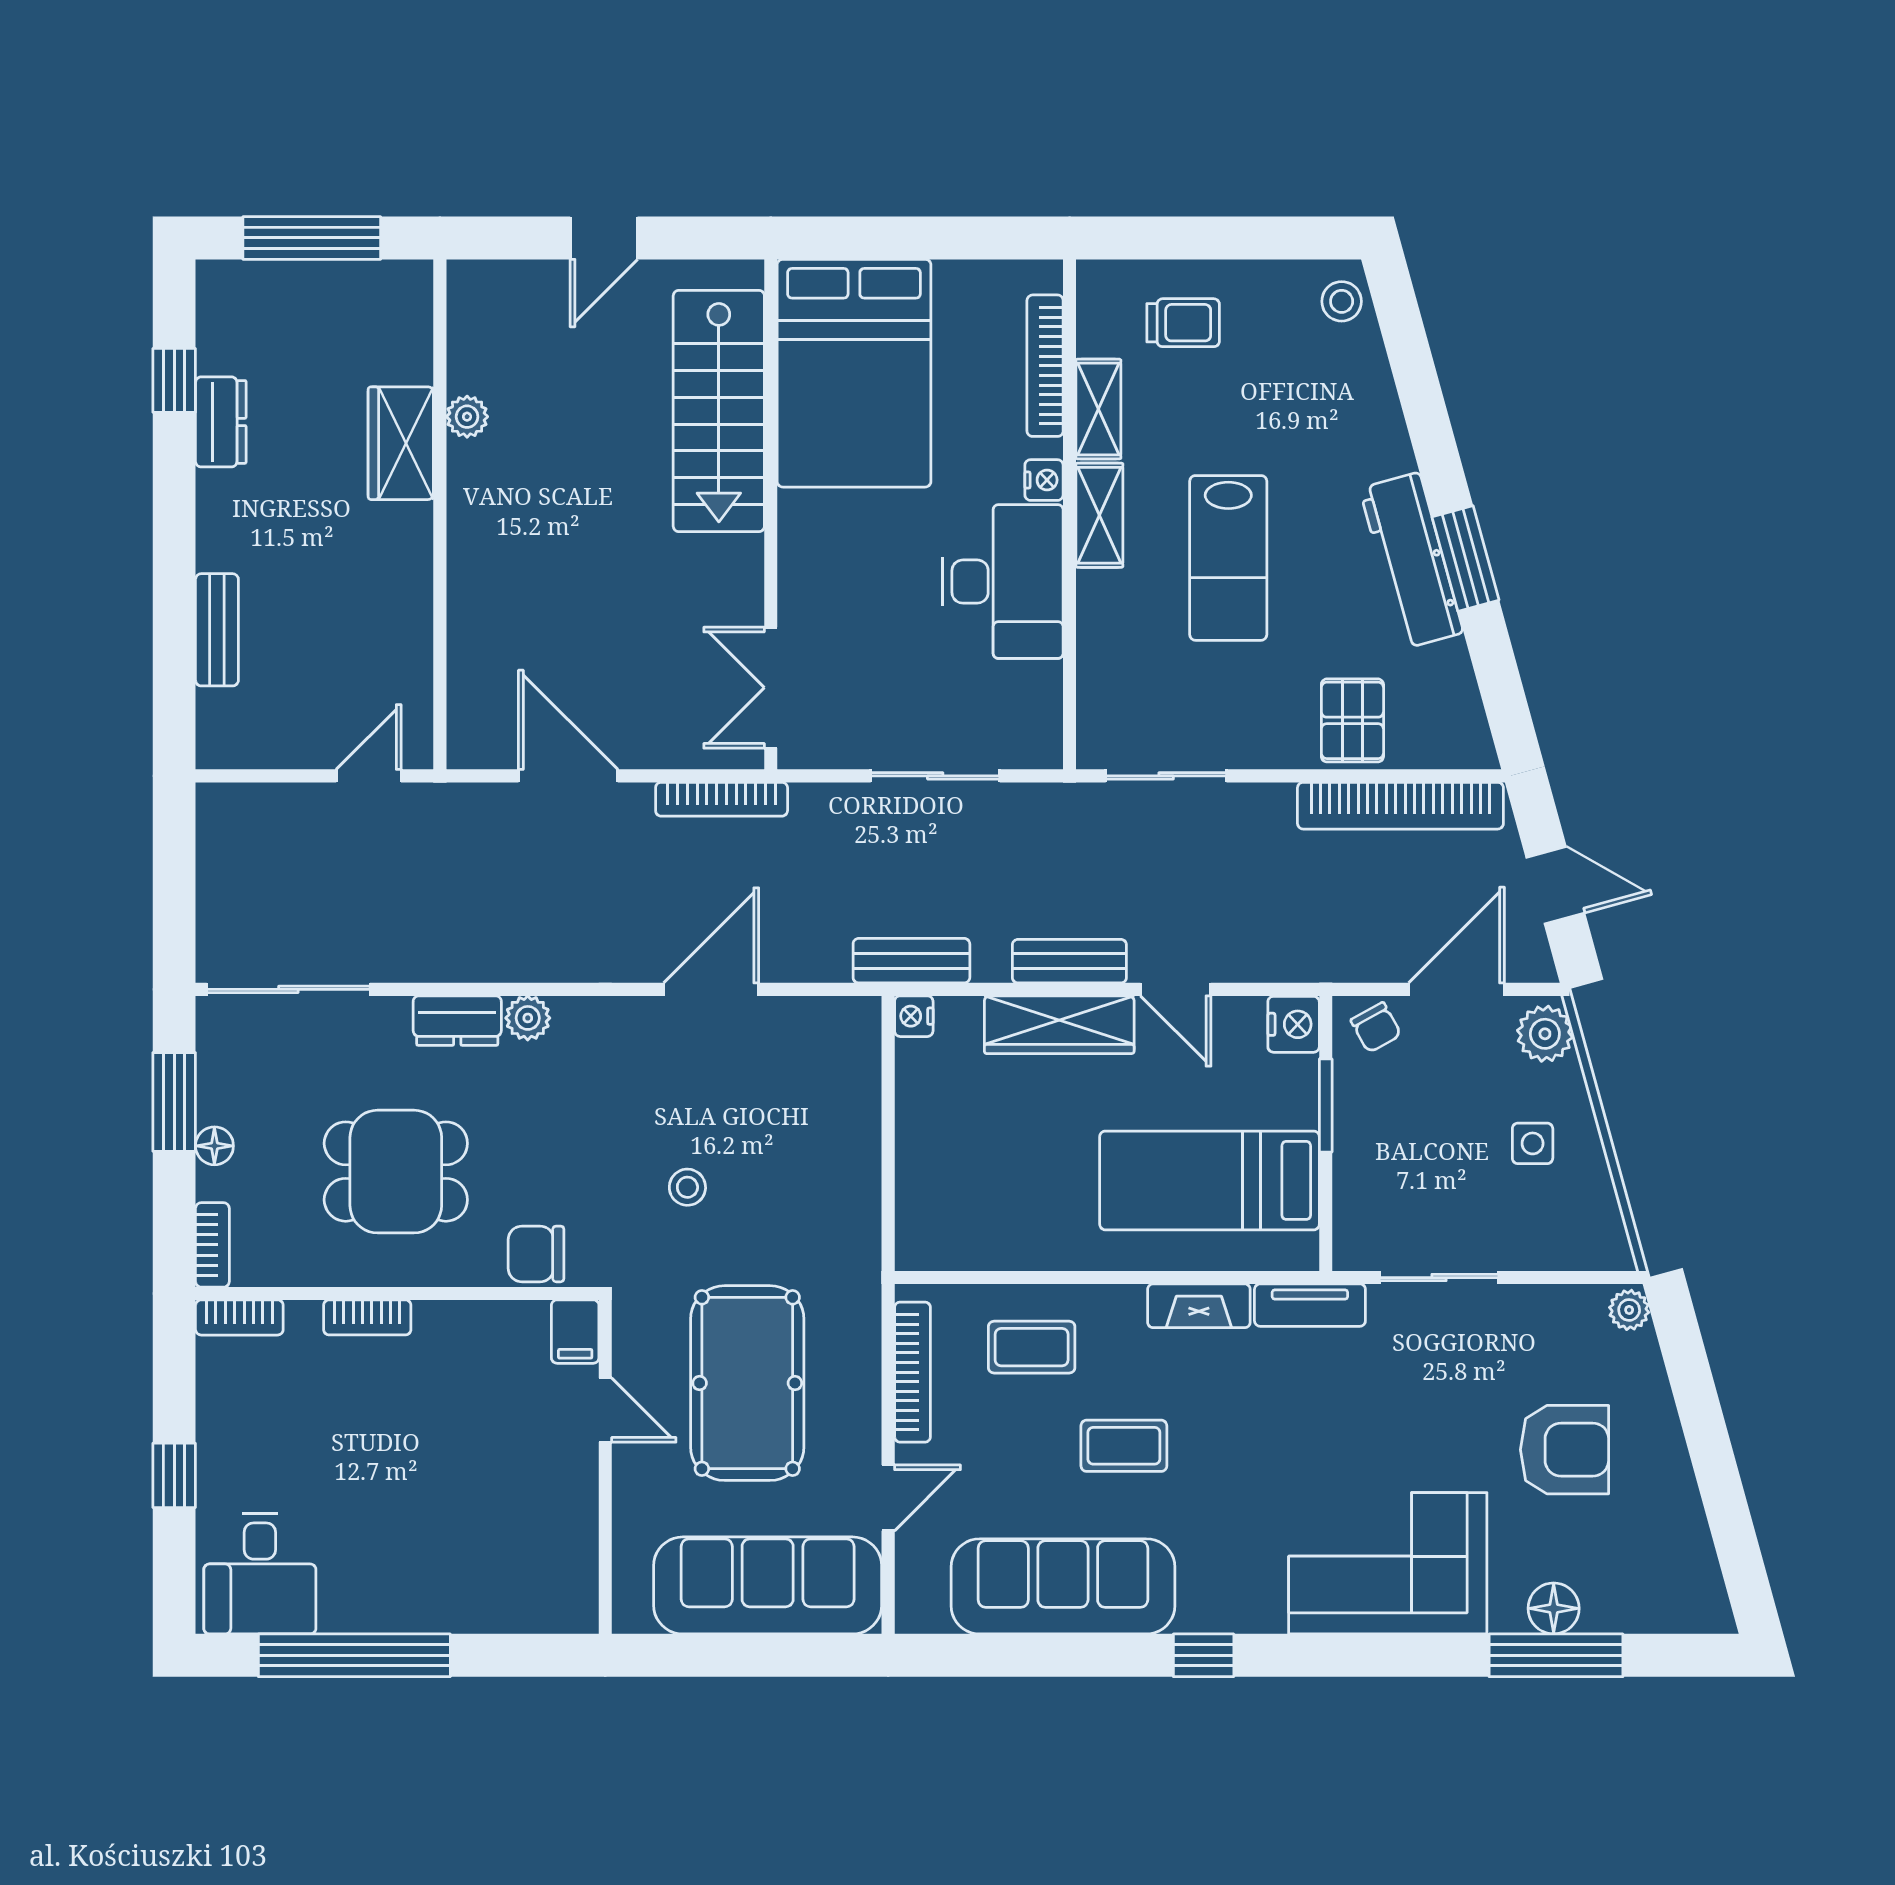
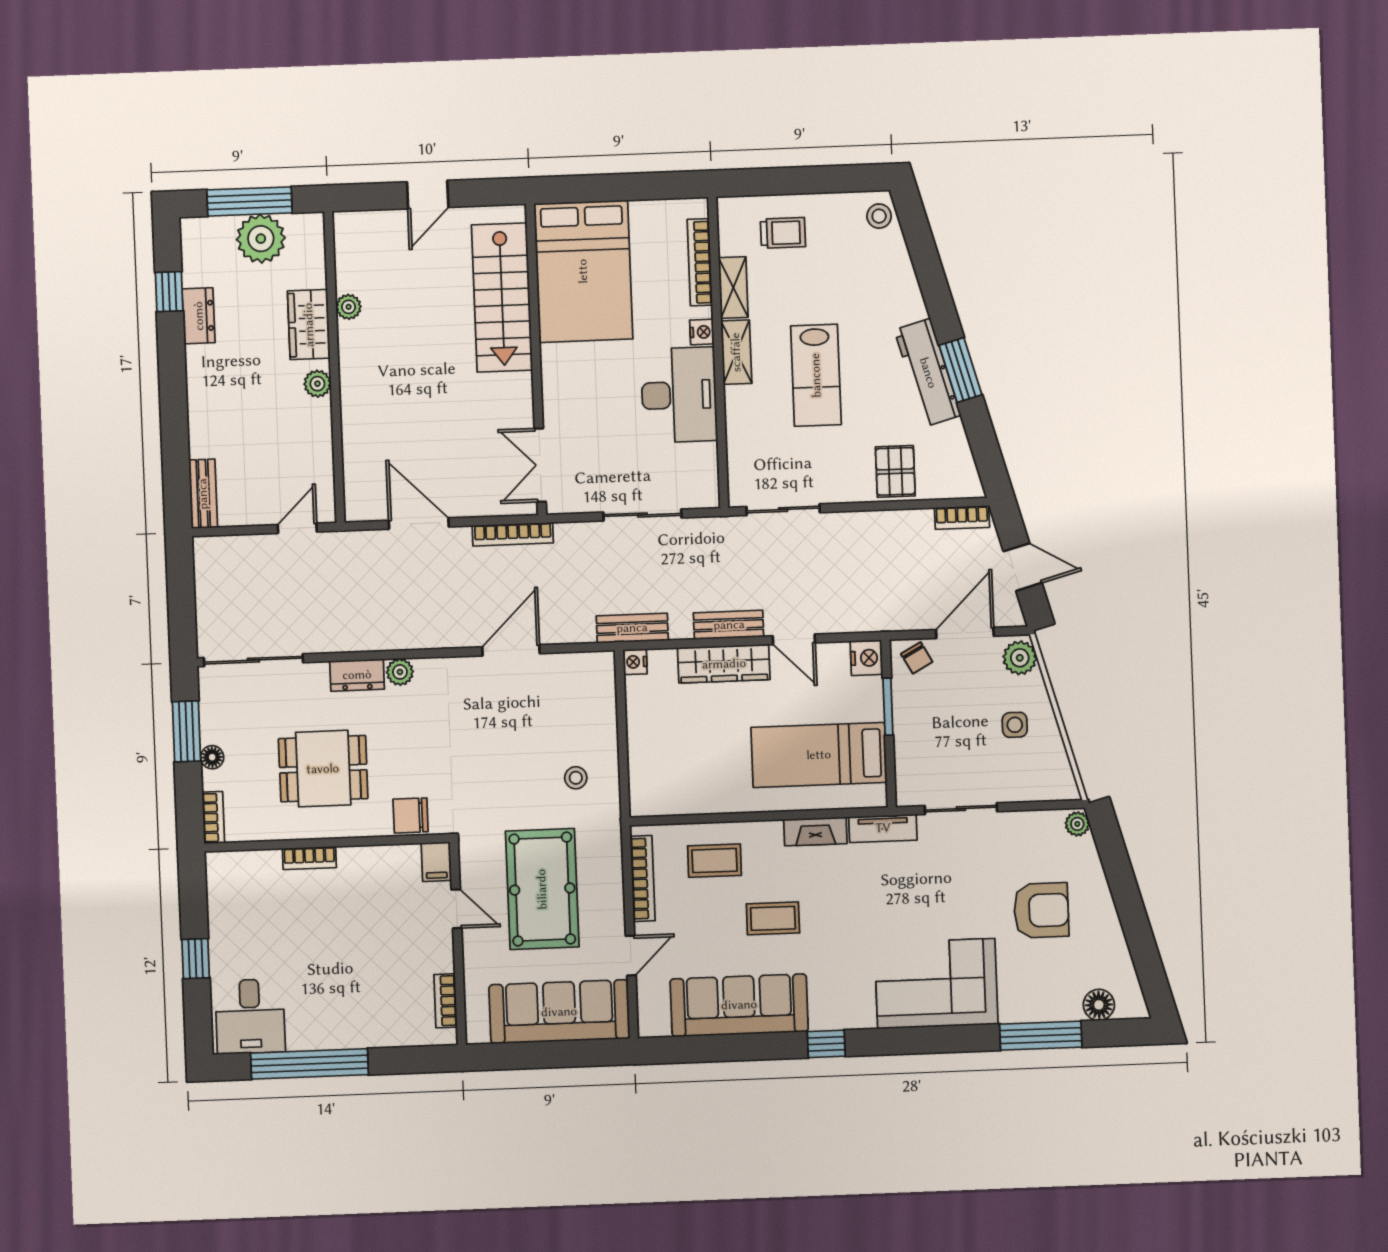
plant: (328, 300) -> (261, 239), added
plant: (411, 540) -> (317, 384), added
bench: (217, 630) -> (203, 494), moved
bookcase: (1400, 806) -> (962, 517), width x0.43, depth x0.76
stool: (687, 1187) -> (576, 778), moved
bookcase: (239, 1317) -> (445, 1001), moved, turned 90
floor lamp: (1554, 1608) -> (1099, 1005), moved

